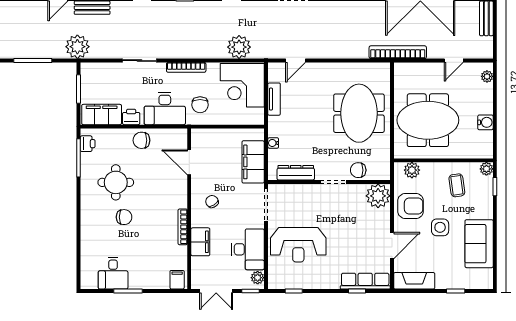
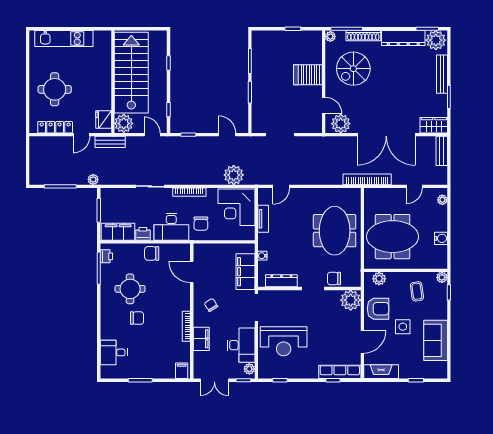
plant: (77, 47) -> (93, 179), width x0.53, depth x0.53
desk: (113, 273) -> (114, 352), moved, turned 90

